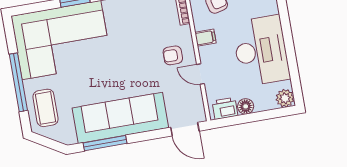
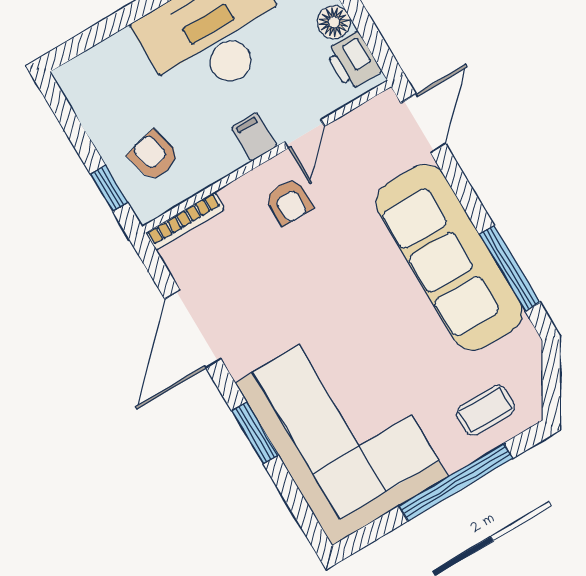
filing cabinet: (205, 38) -> (254, 137), moved
coffee table: (45, 108) -> (485, 410), width x0.73, depth x0.77

